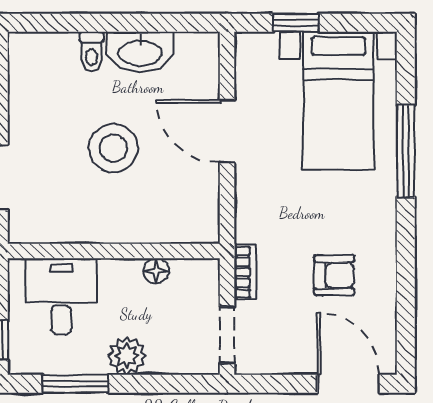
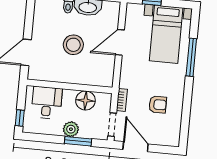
door: (227, 131) -> (120, 42), hinge flipped
floor lamp: (156, 271) -> (85, 101), width x1.89, depth x1.89
window: (75, 384) -> (78, 141), moved
door: (348, 384) -> (136, 147), moved

